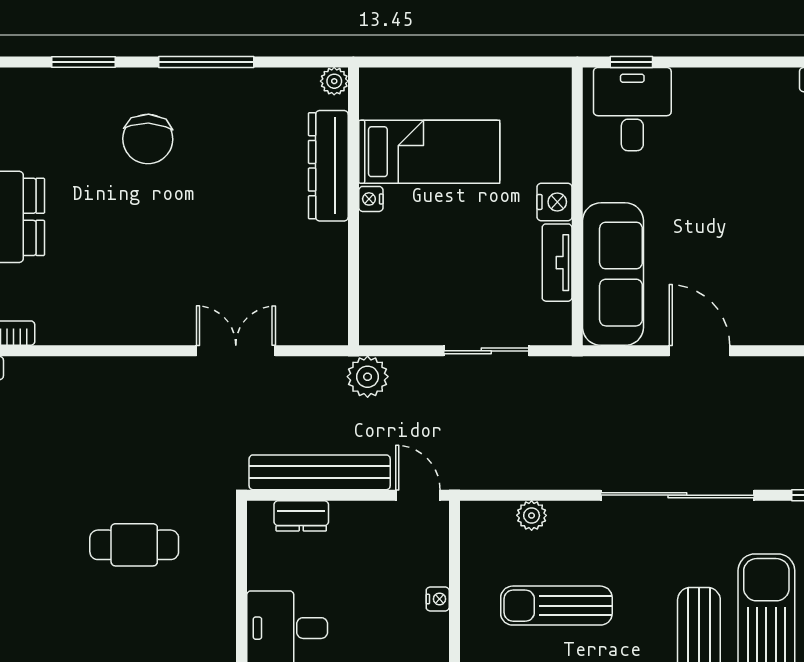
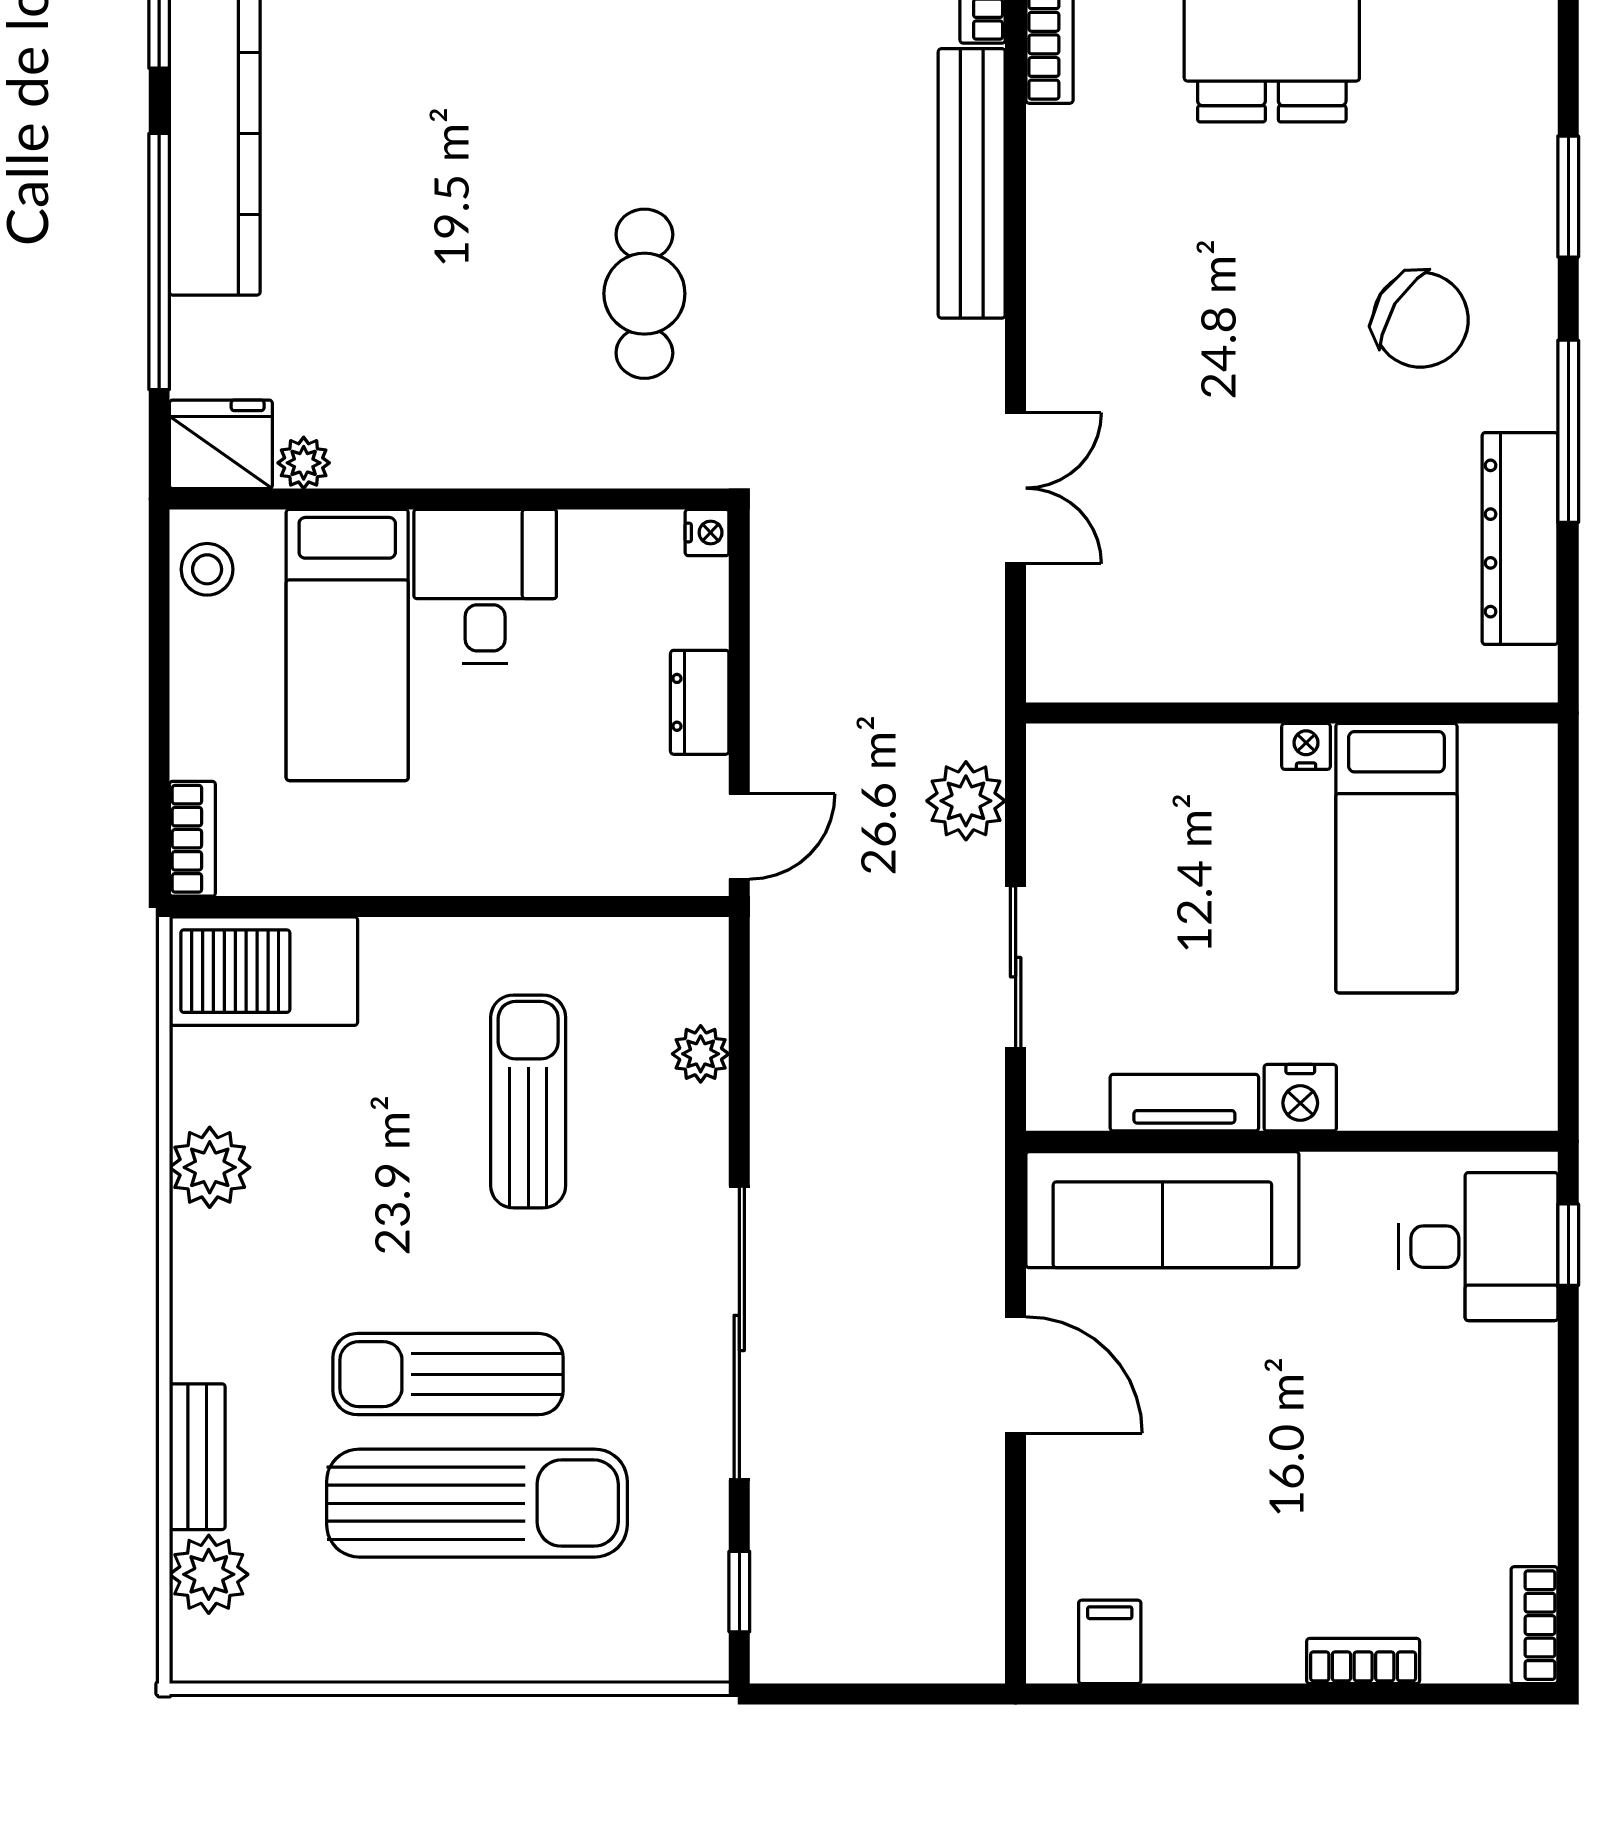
plant: (334, 81) -> (1531, 676), removed
chair: (148, 139) -> (1421, 320), turned -150
dresser: (328, 166) -> (1520, 539), moved, turned -90
door: (699, 351) -> (1016, 1375), hinge flipped
plant: (368, 377) -> (966, 801), moved
bench: (320, 472) -> (972, 183), moved
dresser: (301, 516) -> (700, 702), moved
nightstand: (438, 599) -> (707, 533), moved, turned -90

